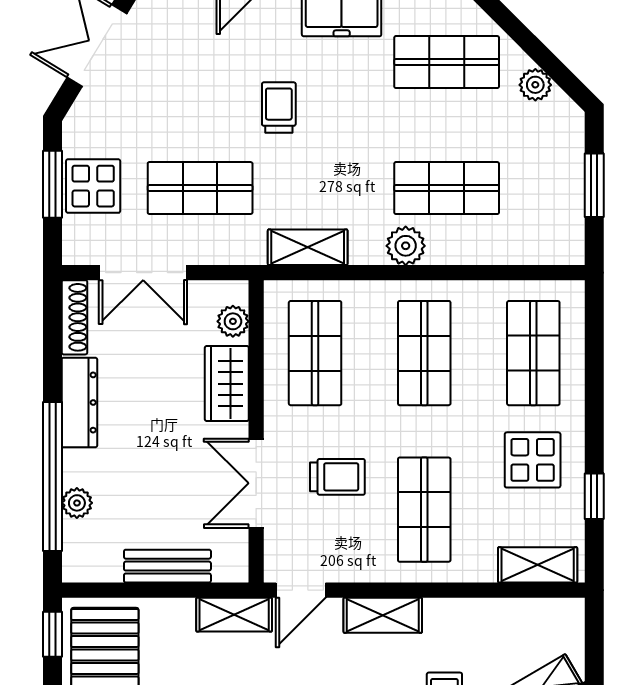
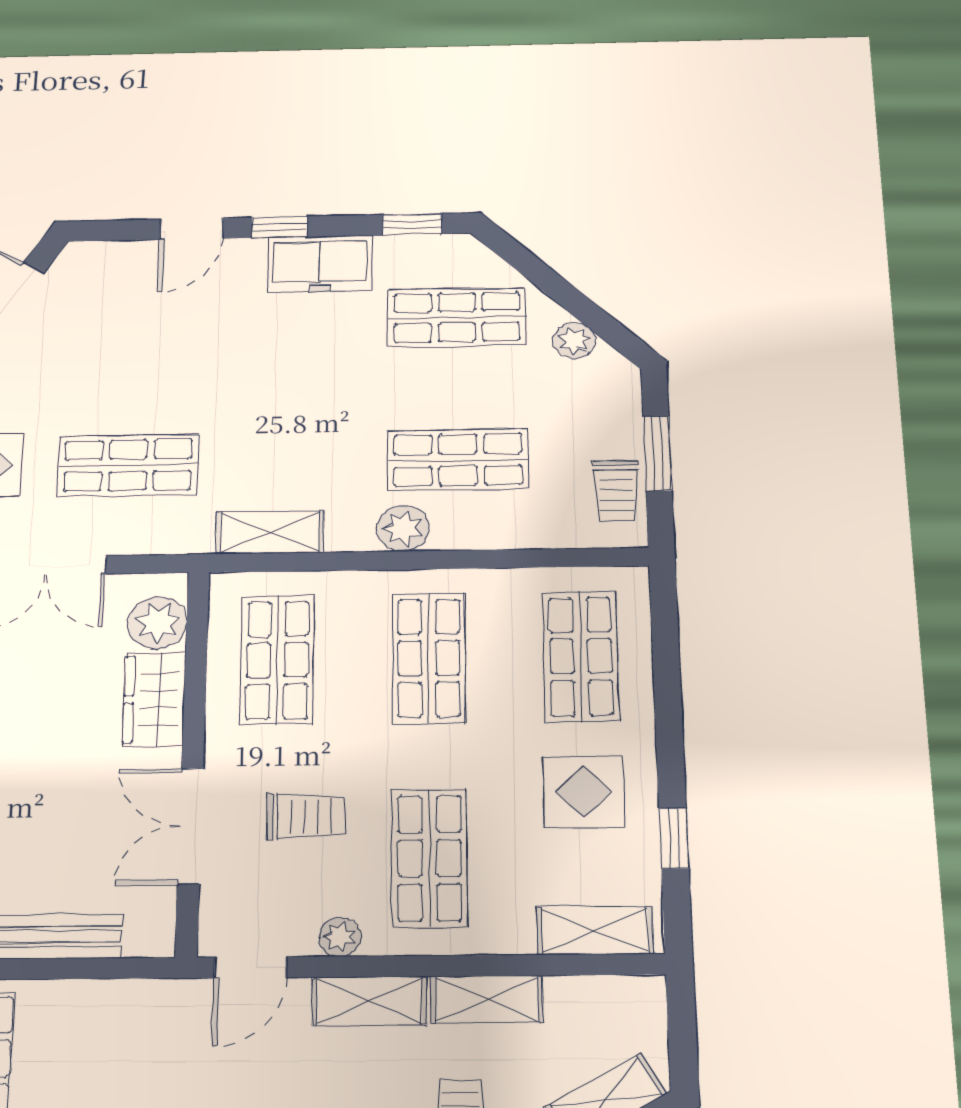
trolley: (279, 108) -> (616, 491), moved, turned 180
plant: (233, 321) -> (158, 623), width x1.38, depth x1.38
plant: (362, 568) -> (340, 937), added
shelving: (234, 615) -> (487, 999), moved

